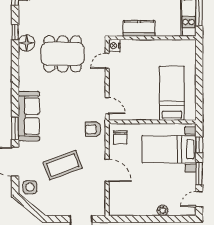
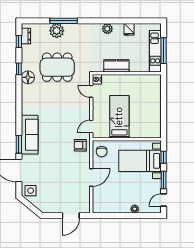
dining table: (63, 54) -> (57, 67), moved
door: (107, 61) -> (91, 91), hinge flipped
bed: (172, 93) -> (119, 117), moved
door: (107, 106) -> (91, 127), swing flipped
coffee table: (63, 165) -> (56, 173), removed
door: (107, 170) -> (91, 177), hinge flipped

